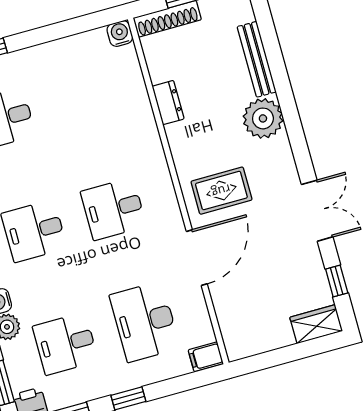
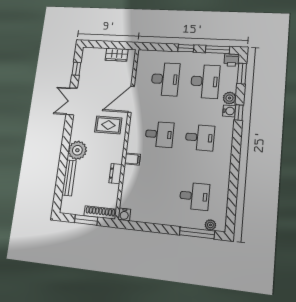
wardrobe: (316, 324) -> (117, 55), moved
desk: (65, 344) -> (205, 81), width x1.37
filing cabinet: (206, 357) -> (132, 159), moved

